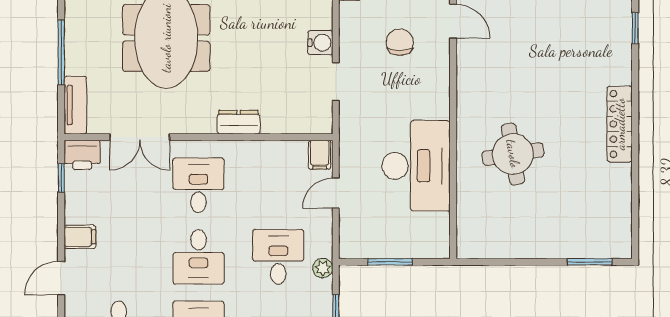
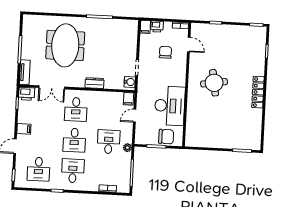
water cooler: (320, 43) -> (130, 82), moved
round table: (513, 154) -> (214, 83), moved
desk: (198, 185) -> (76, 109), turned 180
chair: (412, 238) -> (166, 137), added

